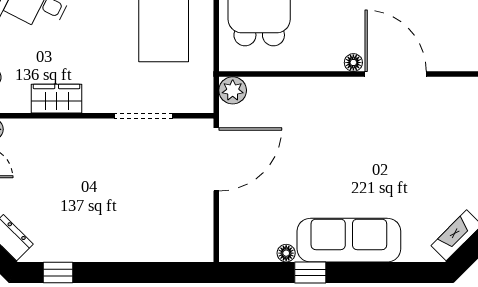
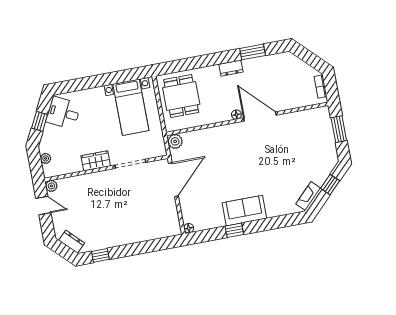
wardrobe: (57, 99) -> (96, 161), moved
sofa: (349, 240) -> (244, 211), width x0.73
floor lamp: (286, 253) -> (189, 228), moved

